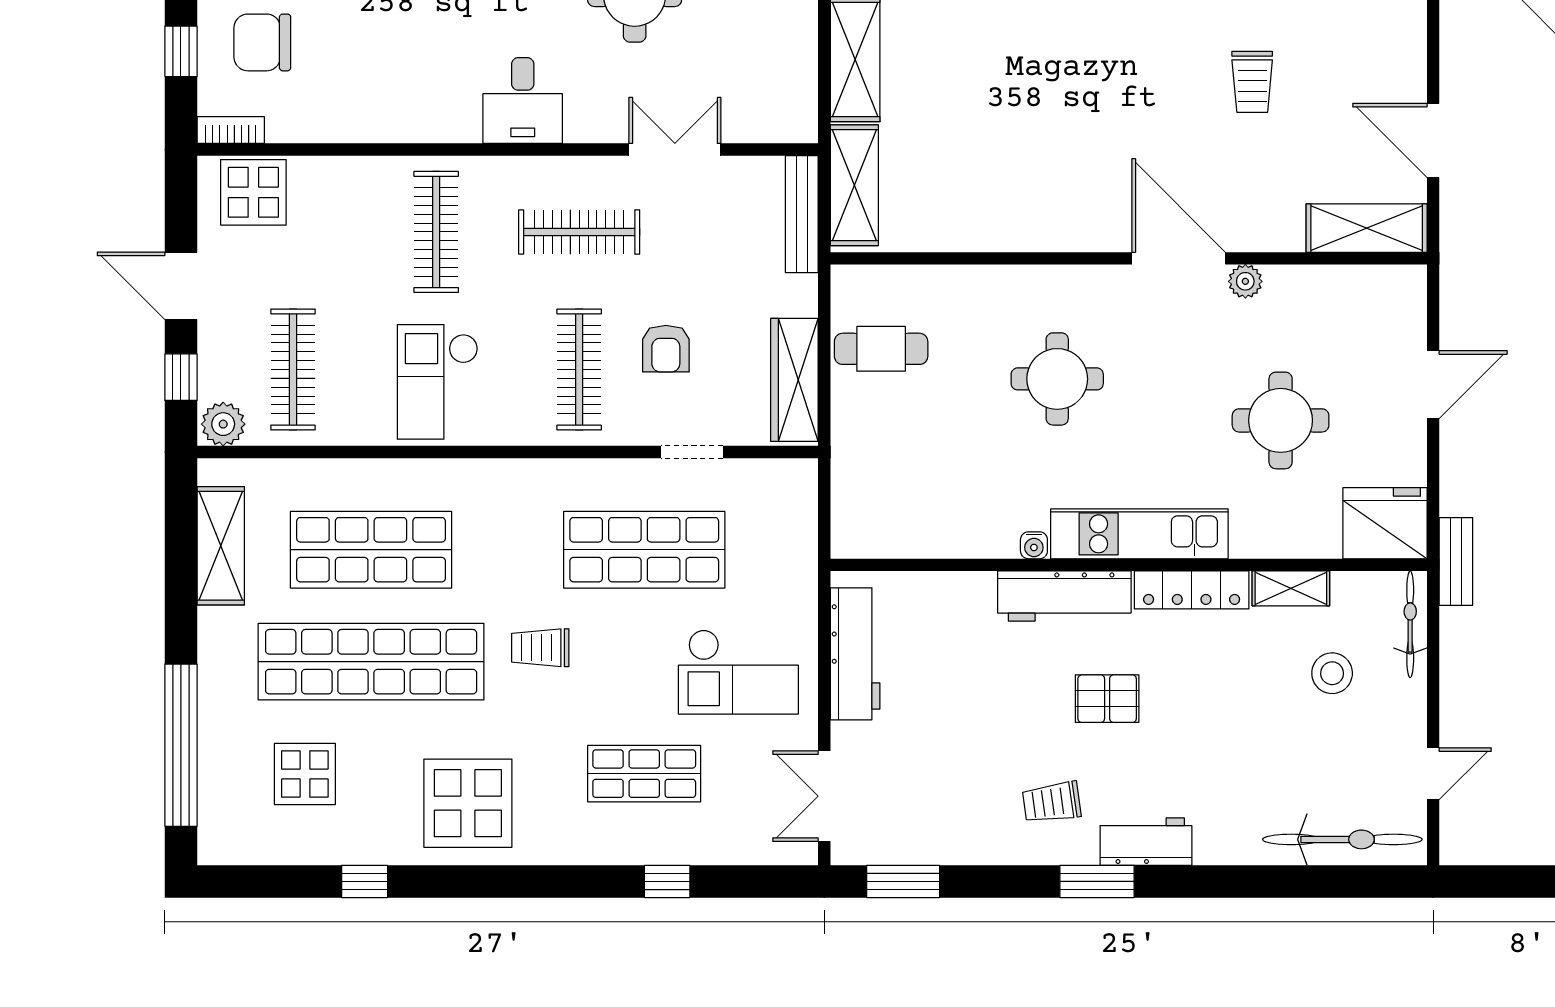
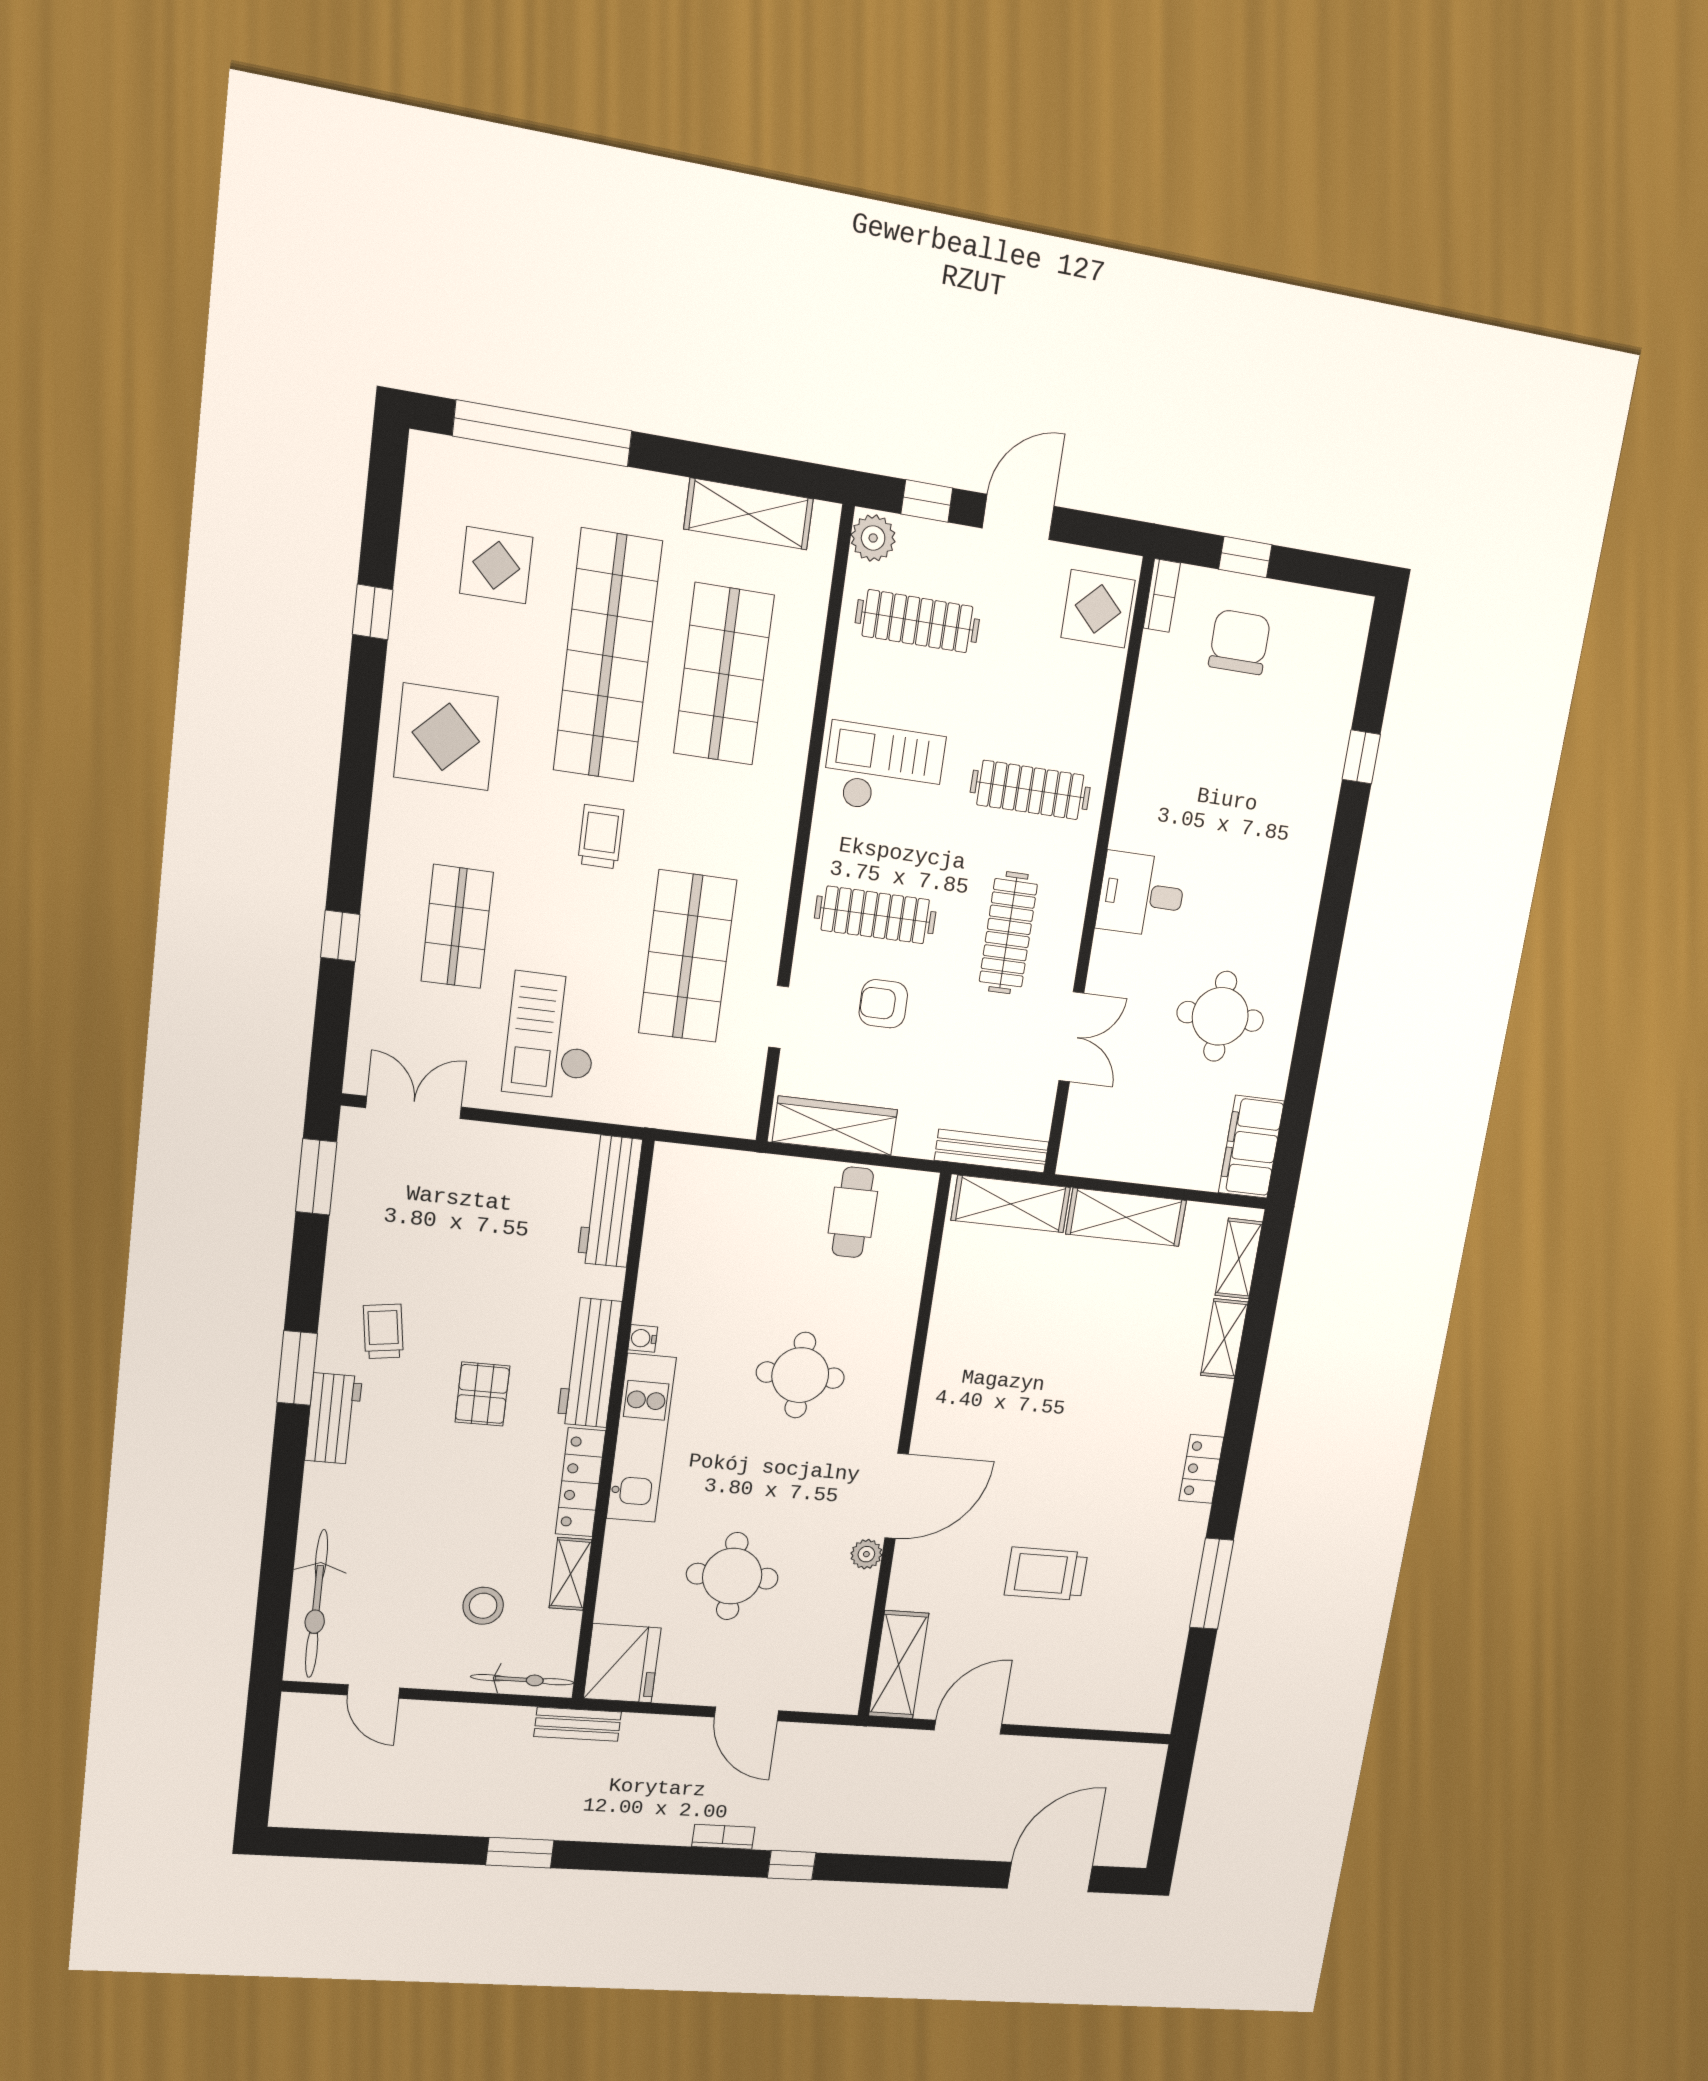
trolley: (1252, 82) -> (1046, 1574), width x1.36, depth x1.39
workbench: (855, 654) -> (610, 1201), moved, turned 90

